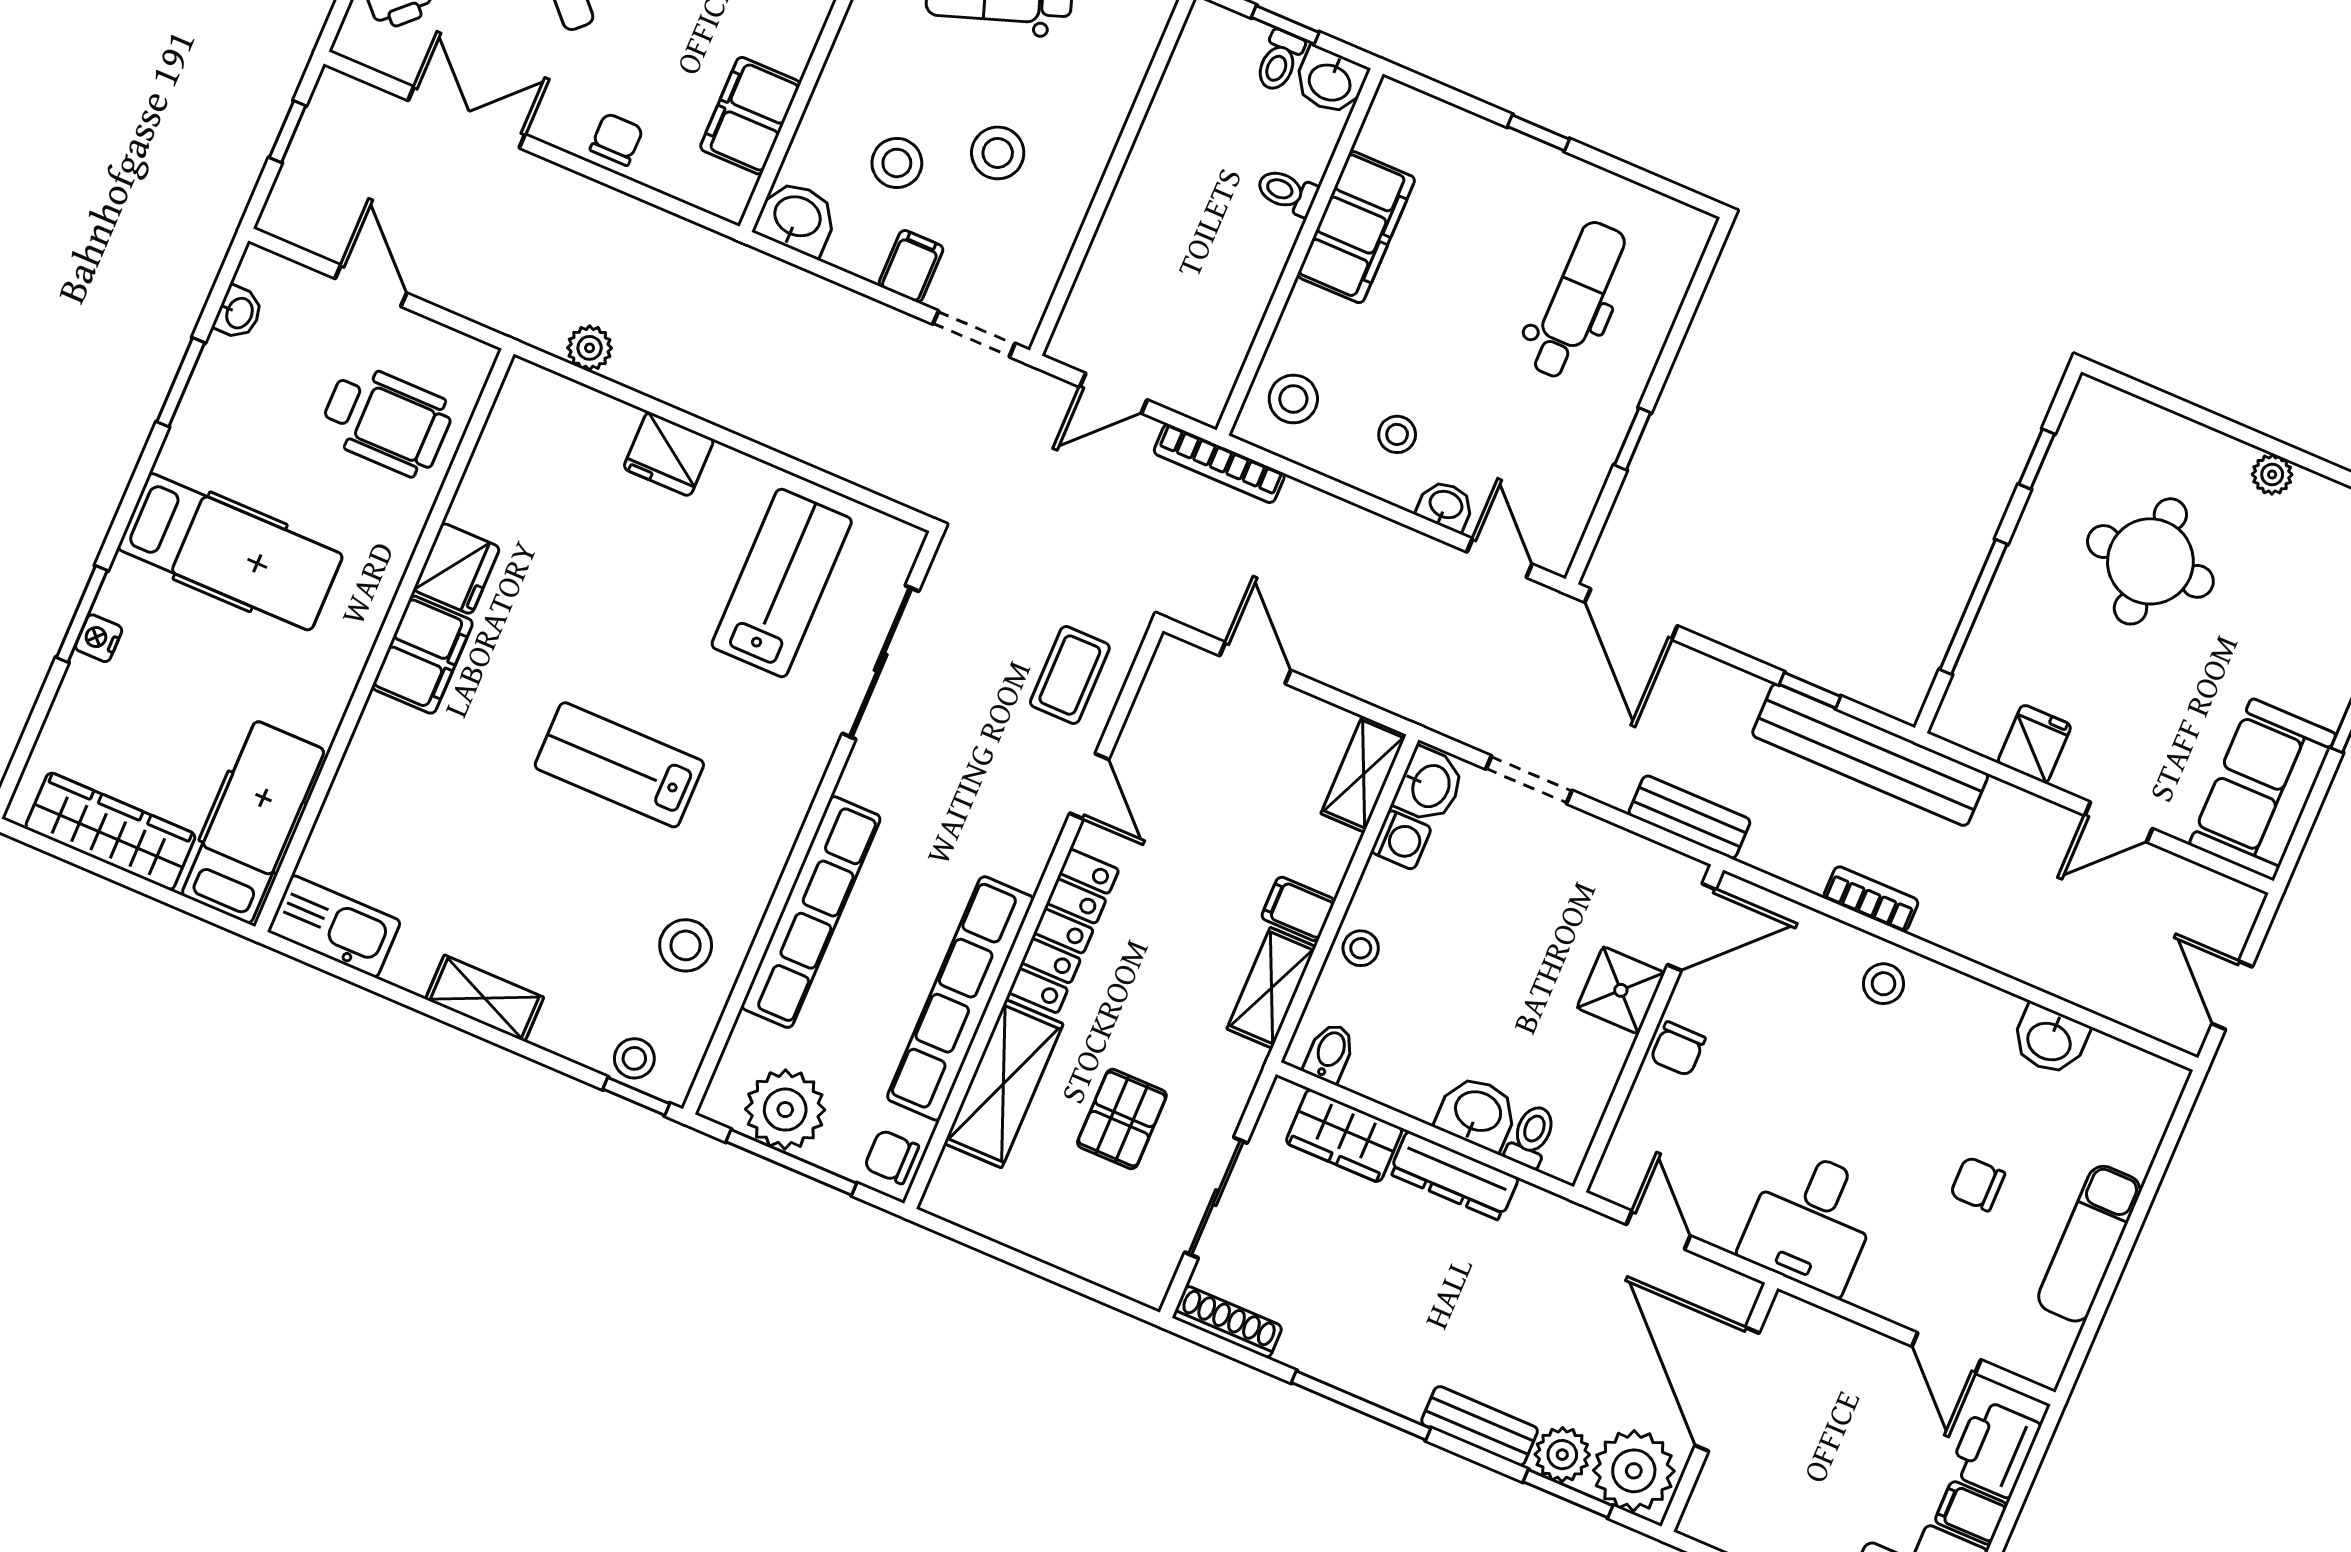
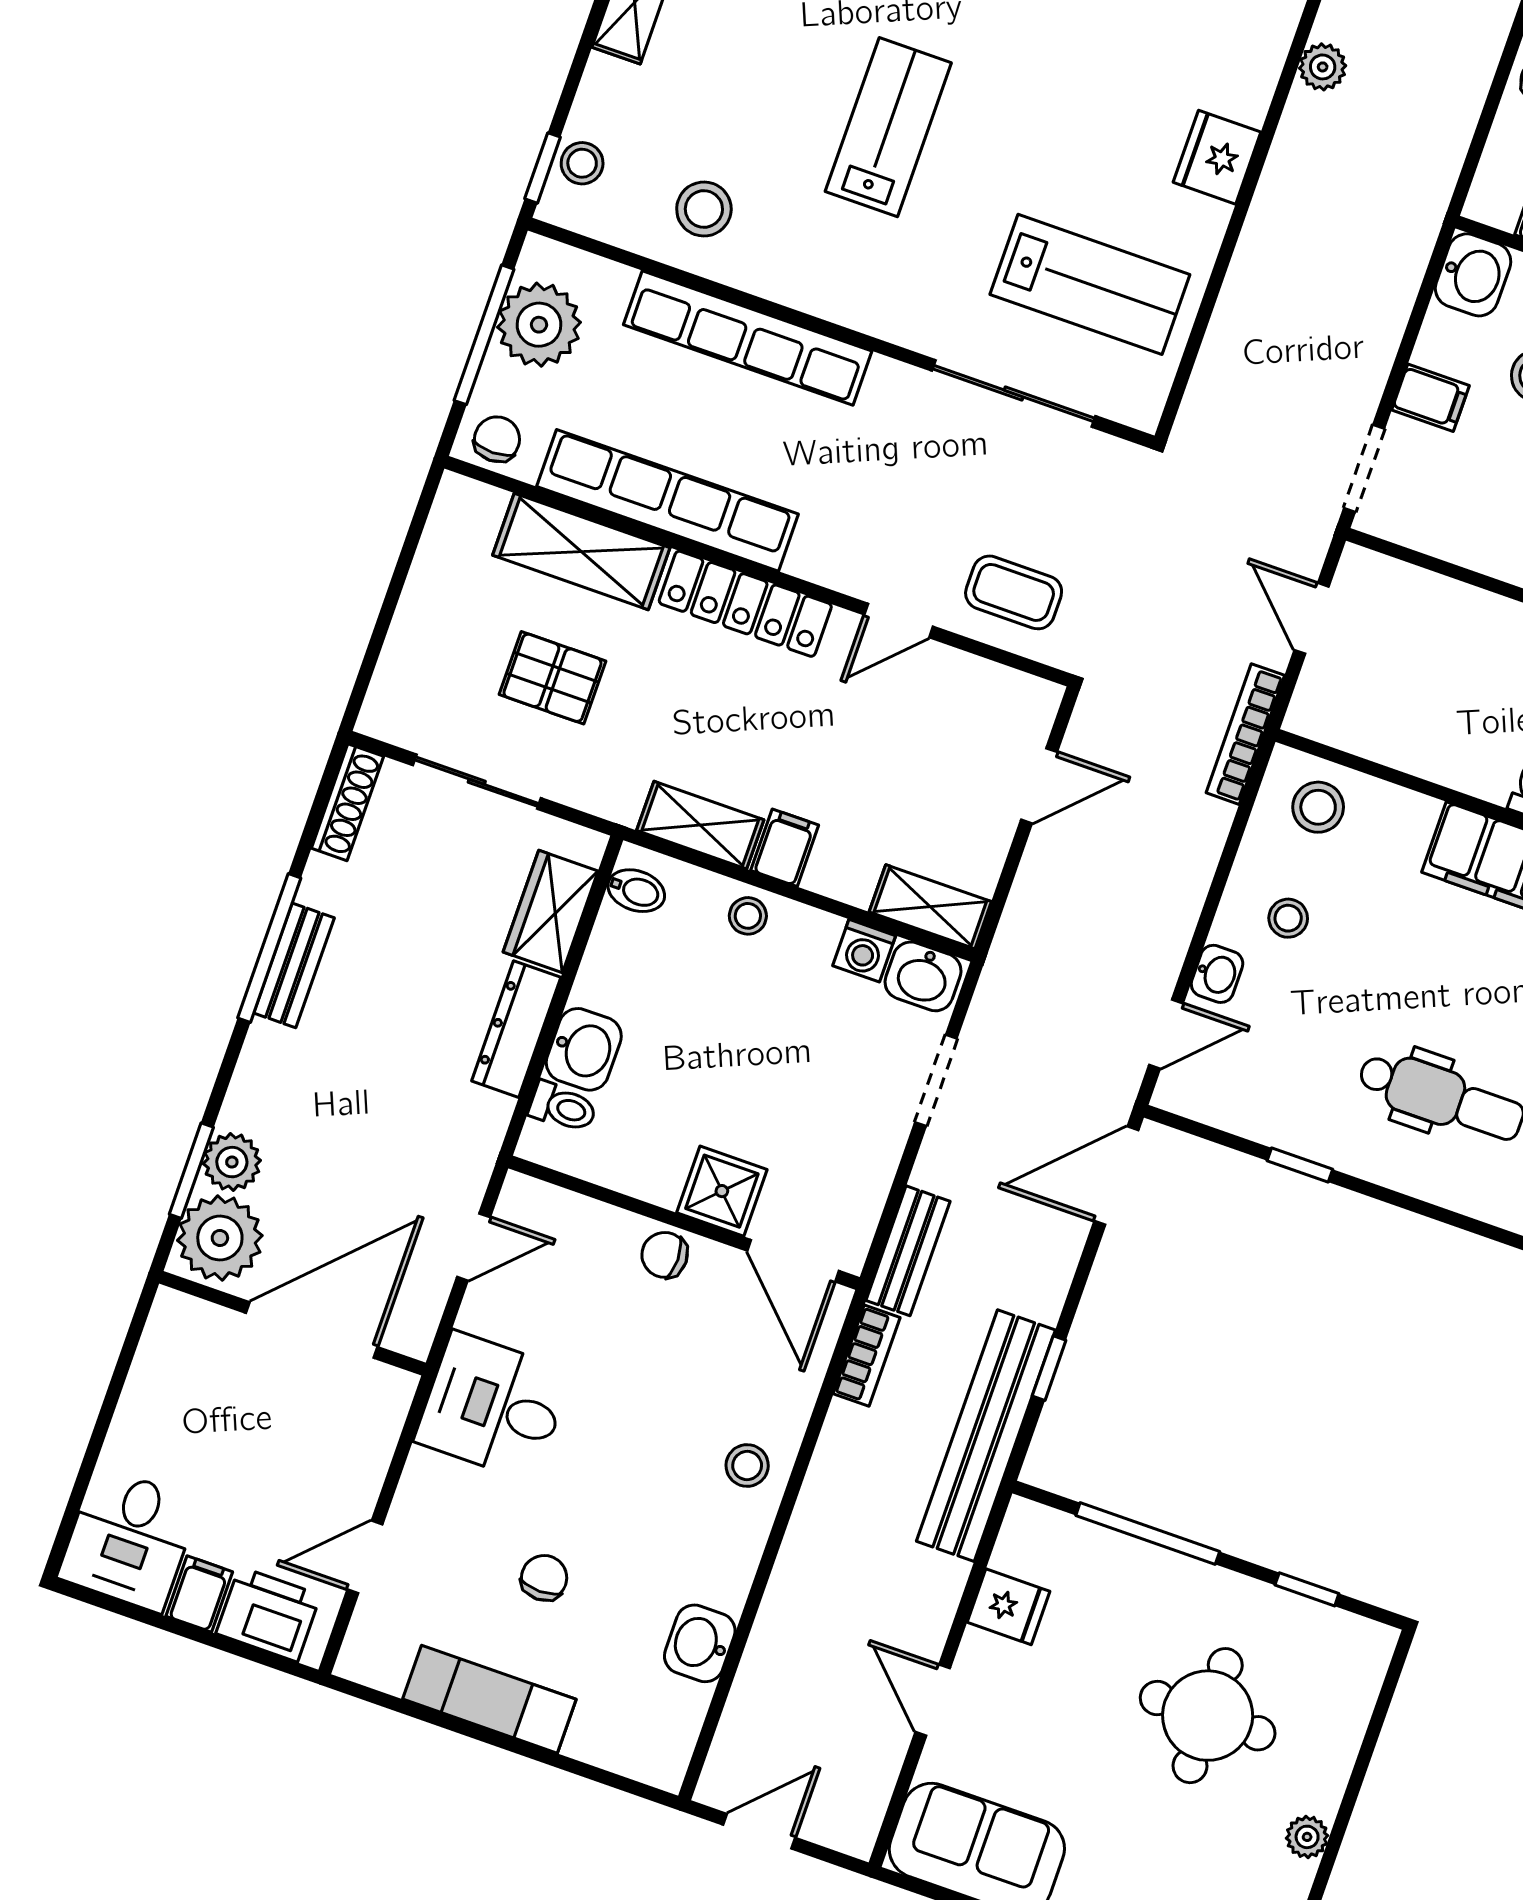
bookcase: (1871, 899) -> (867, 1356), moved
bench: (1480, 1426) -> (294, 965), moved

